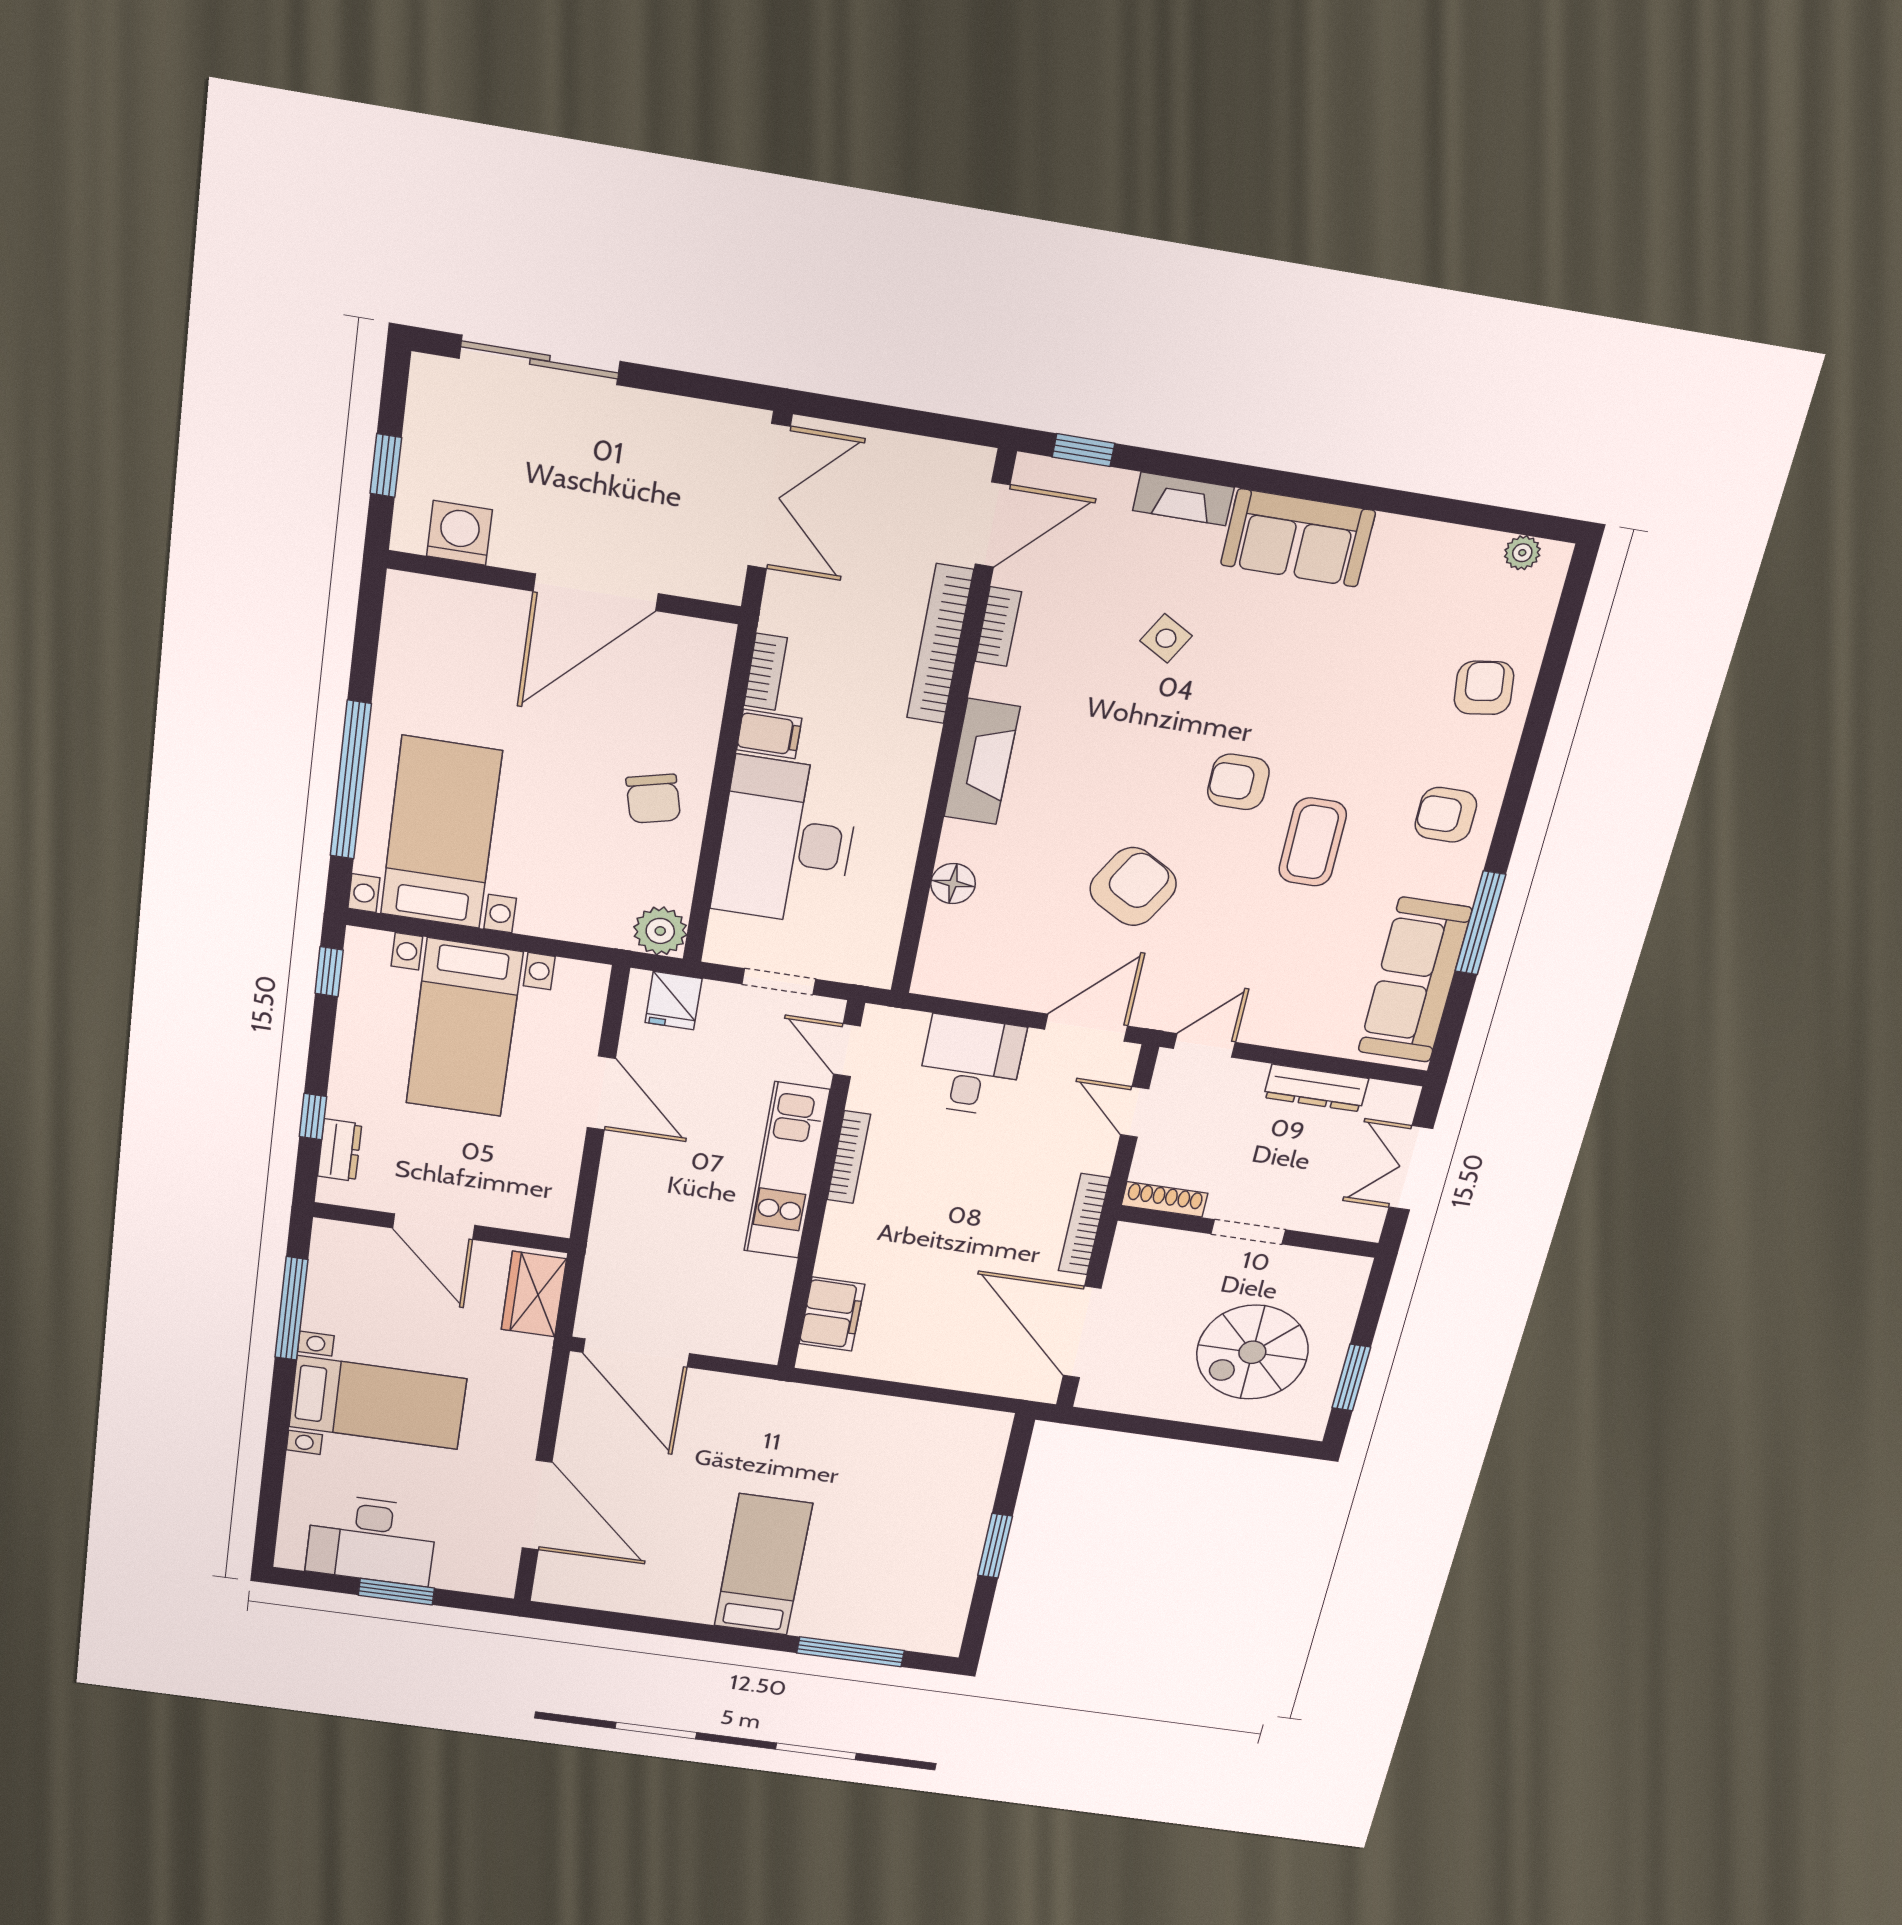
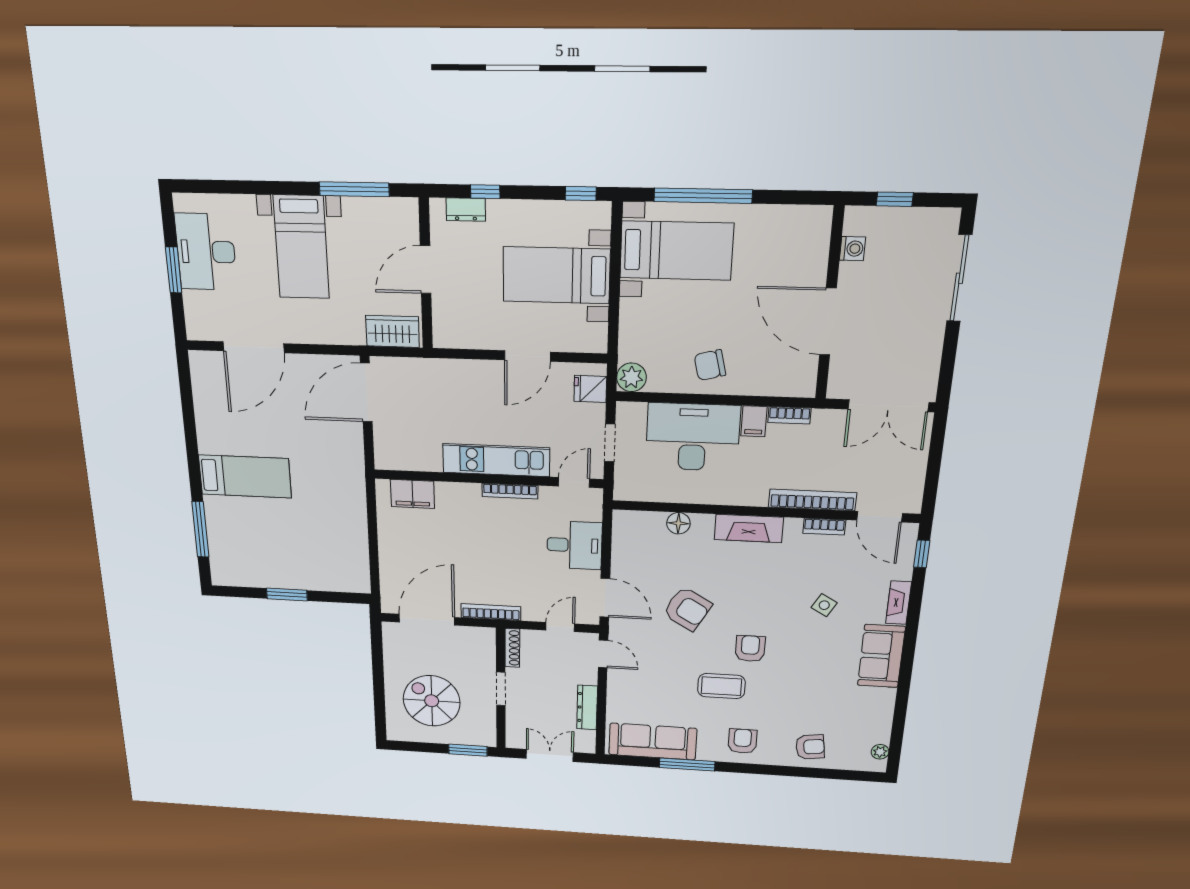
washing machine: (459, 533) -> (852, 249), width x0.73, depth x0.73
window: (1351, 1378) -> (468, 750), moved

